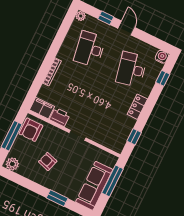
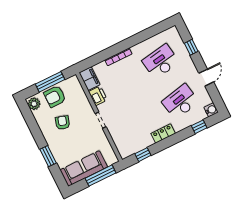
plant: (81, 16) -> (173, 31), removed
door: (126, 28) -> (206, 78), moved
armchair: (31, 130) -> (55, 96), moved

